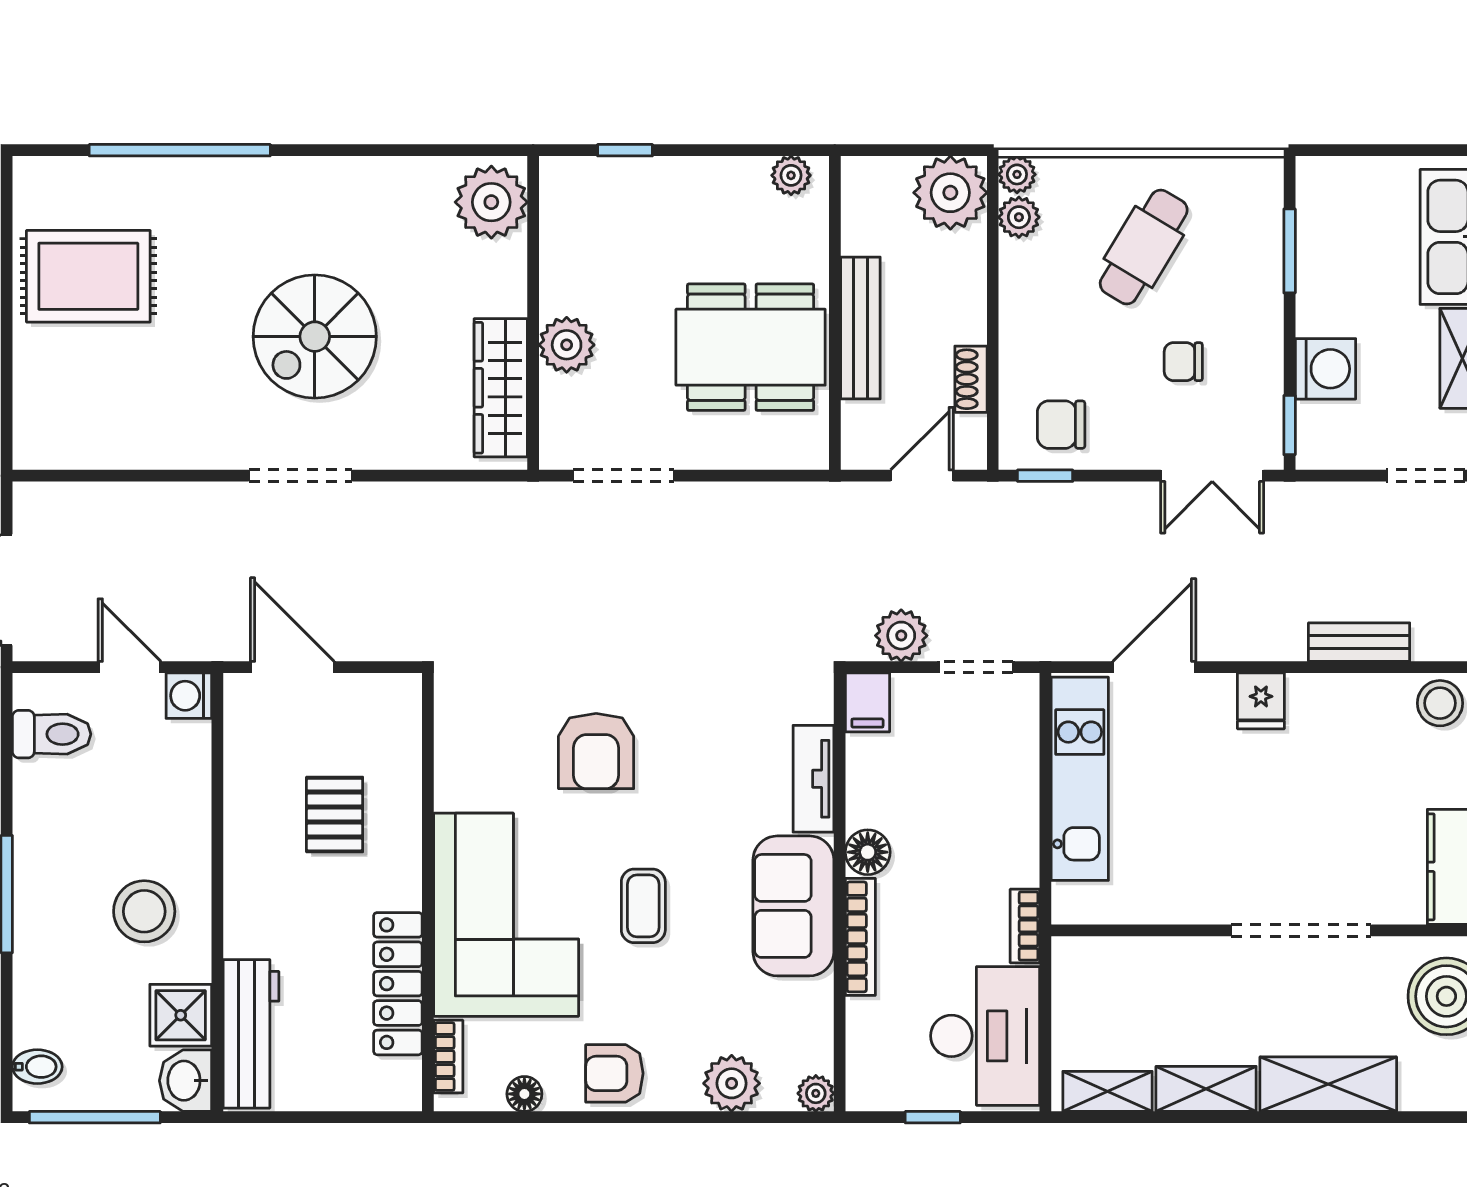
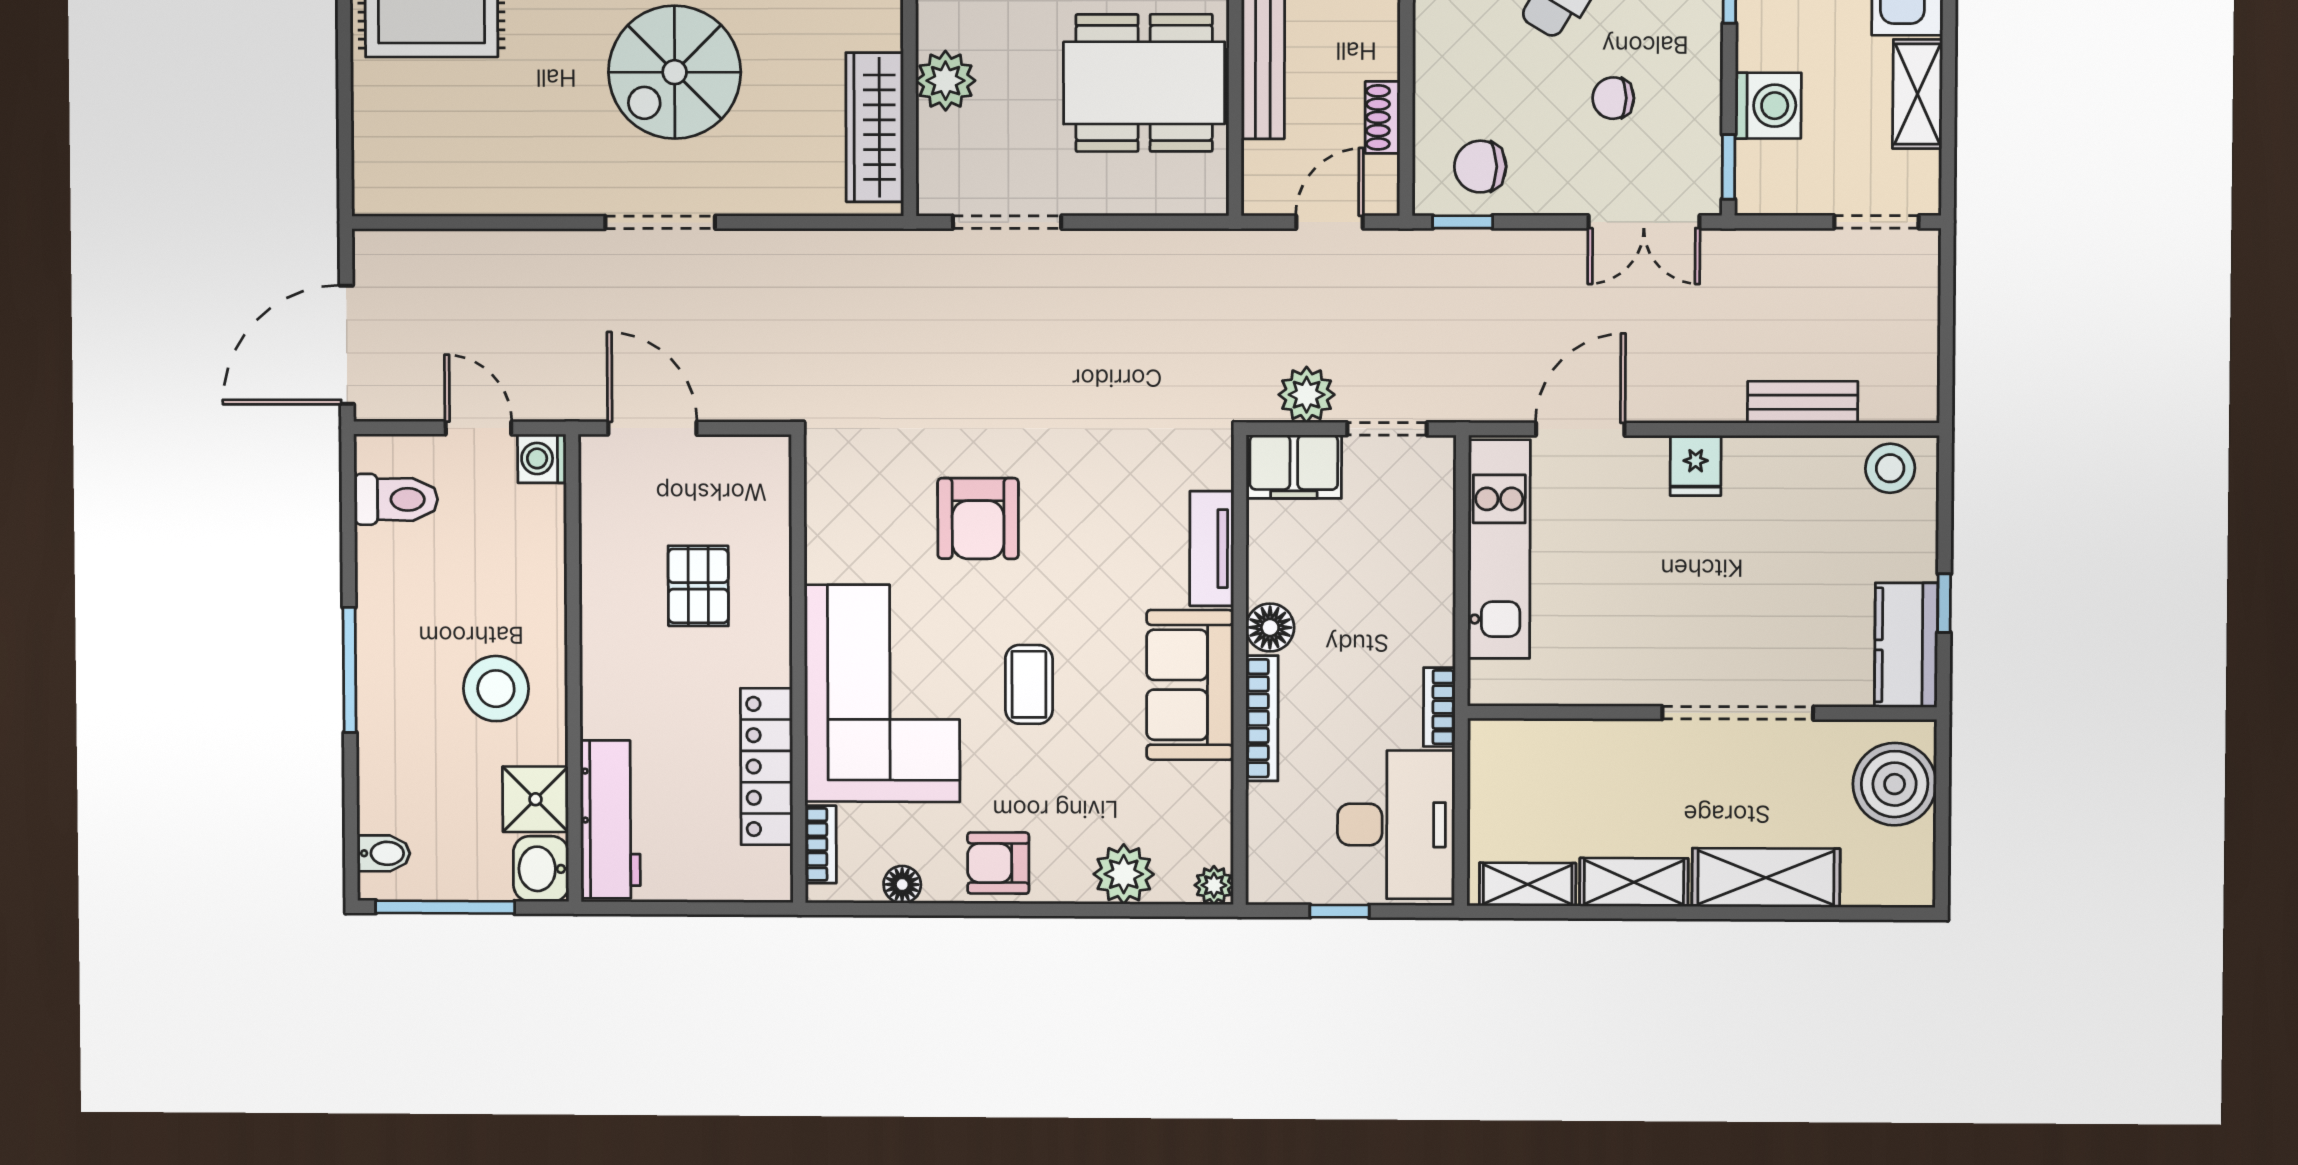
filing cabinet: (867, 702) -> (1294, 467), width x2.00

